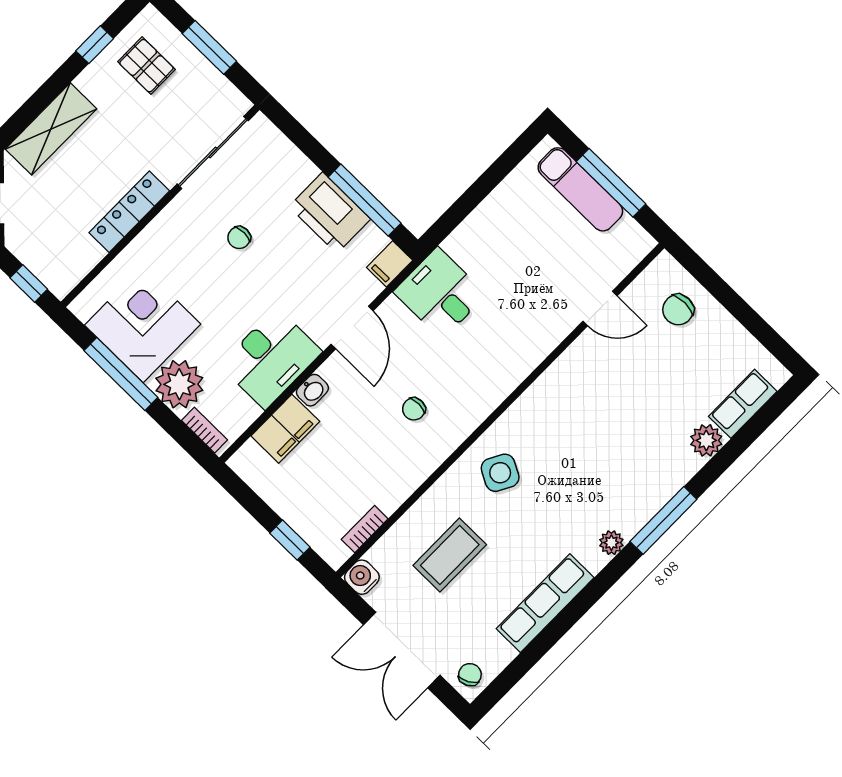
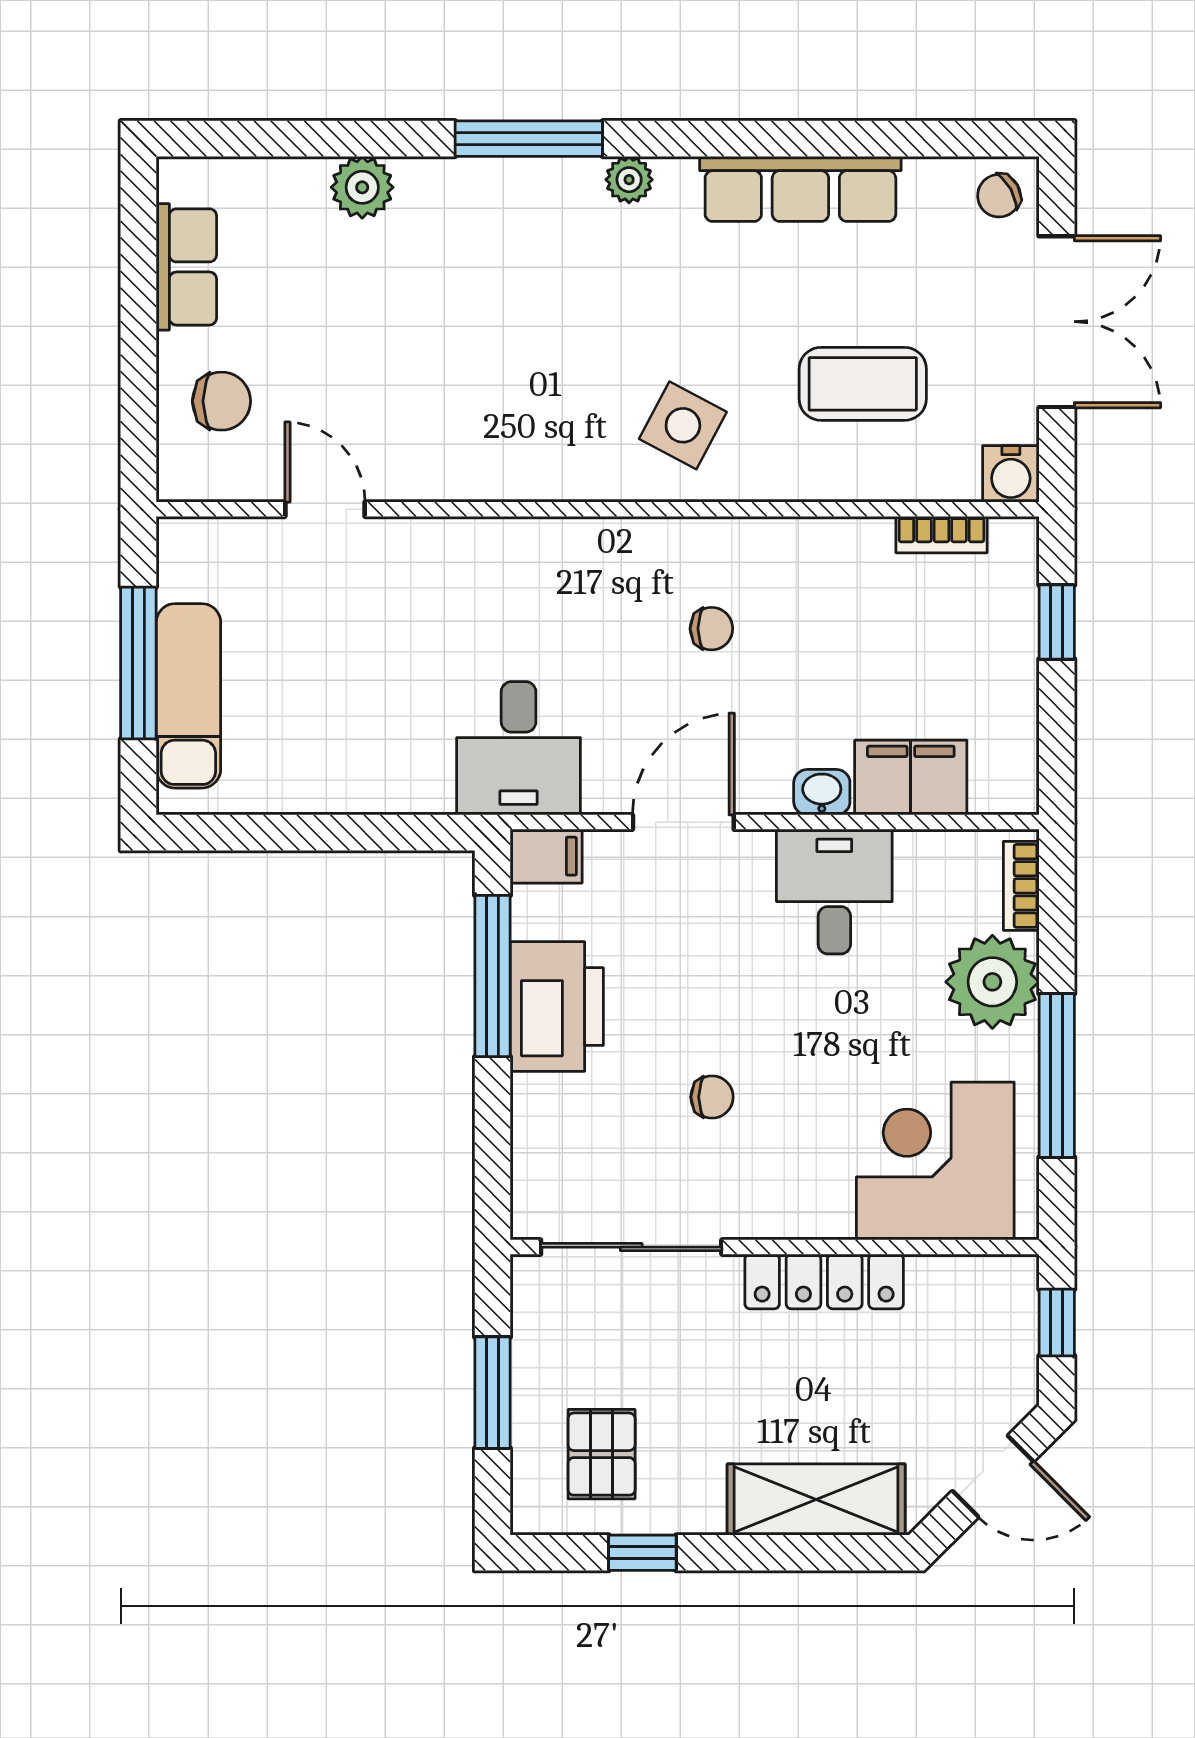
corner desk: (143, 325) -> (935, 1161), moved, turned 90
desk: (271, 358) -> (834, 892), width x0.73
row of seats: (743, 404) -> (186, 267), moved, turned -90

